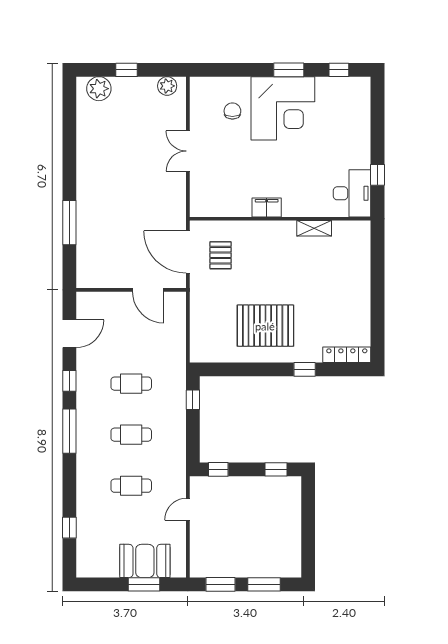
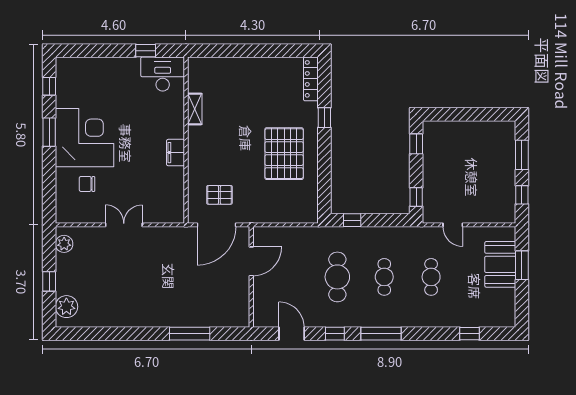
double door: (188, 151) -> (124, 225), swing flipped
cafe table: (131, 384) -> (337, 277), width x1.37, depth x1.35
window: (220, 584) -> (522, 195), width x0.67

